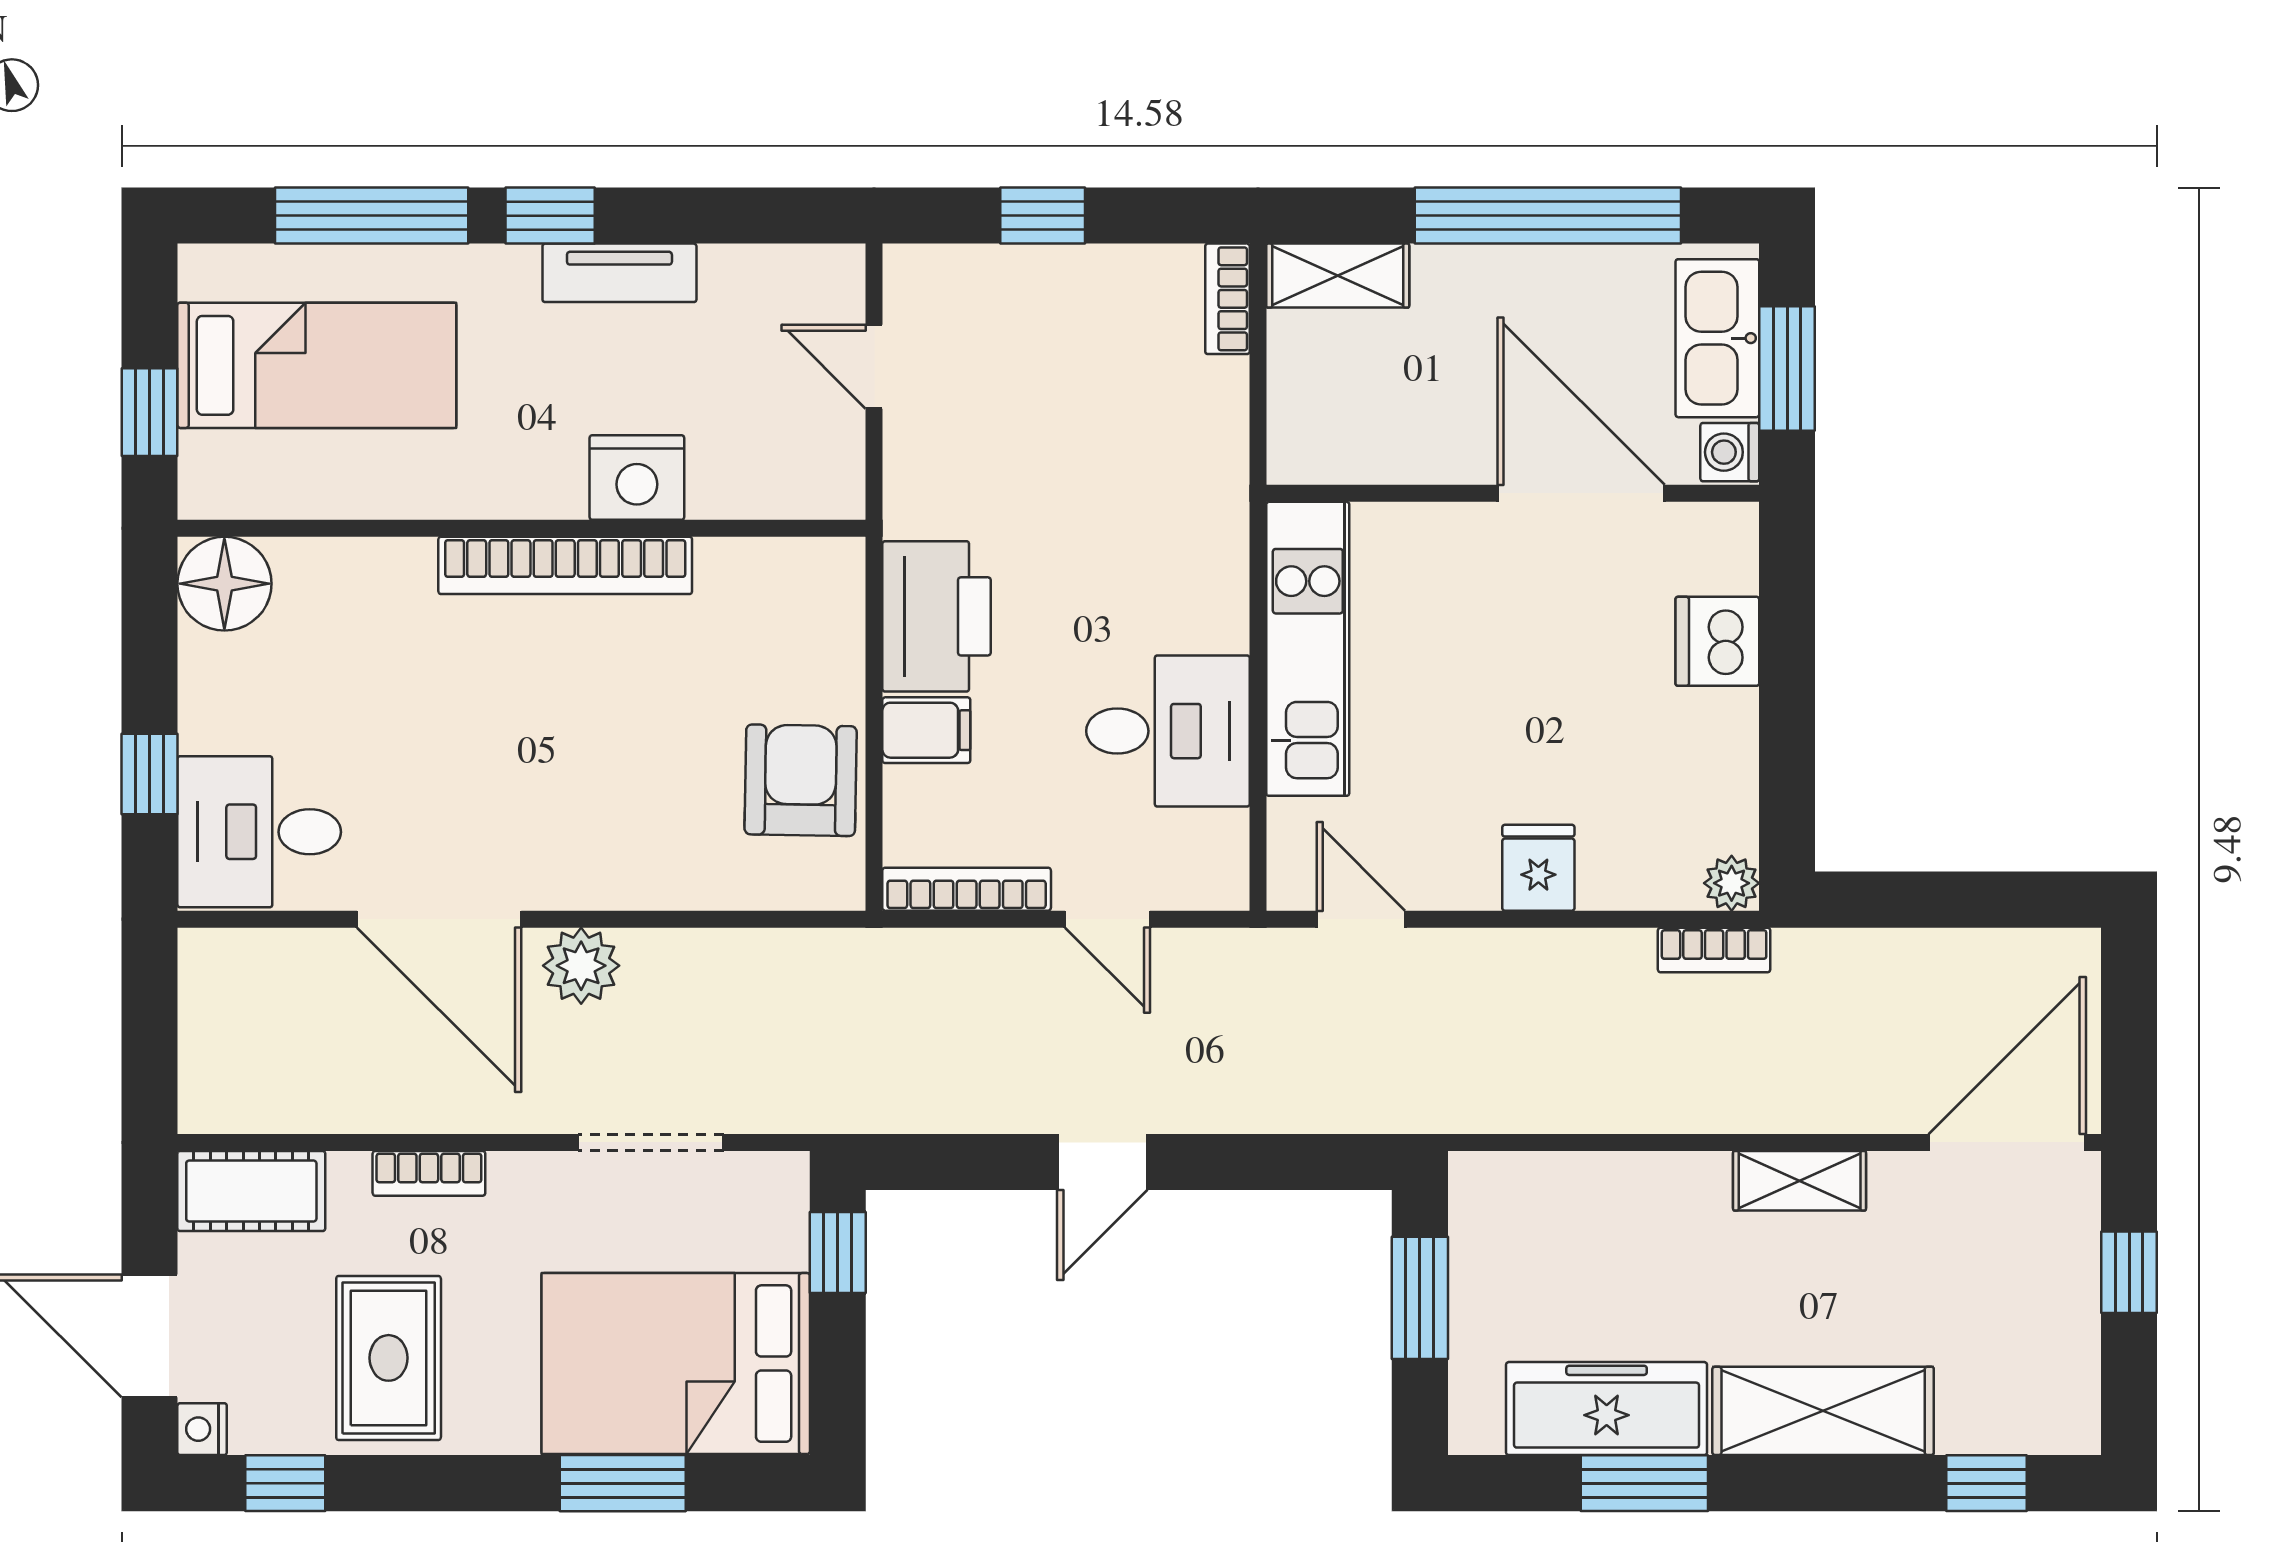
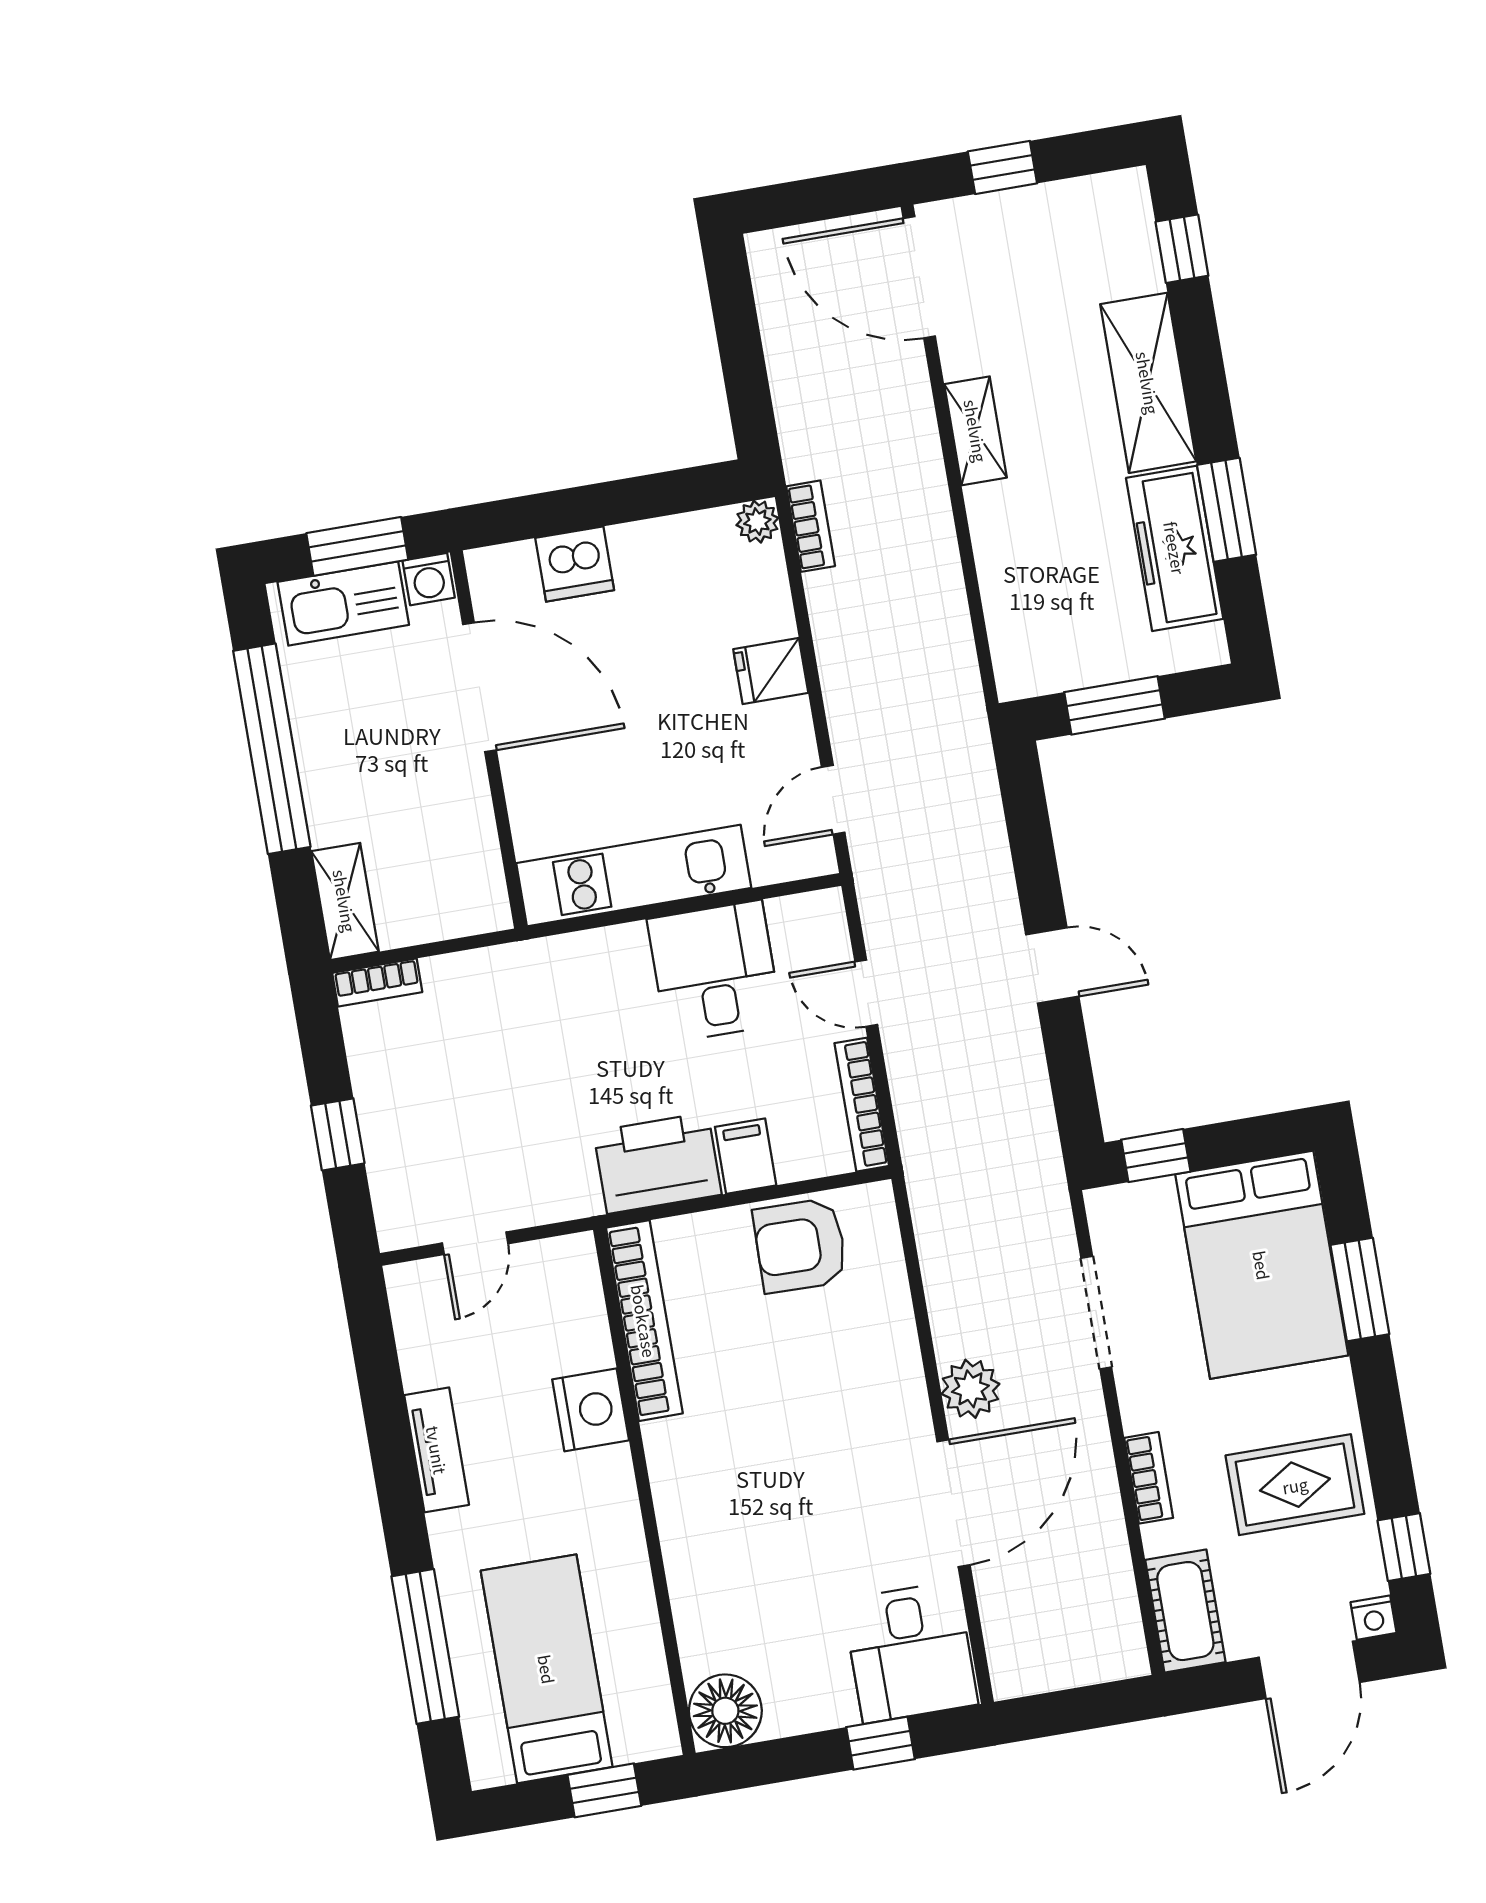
window: (550, 216) -> (402, 1510), removed
door: (1581, 493) -> (479, 687), swing flipped
bookcase: (565, 565) -> (644, 1321), moved
door: (1107, 919) -> (866, 993), swing flipped

